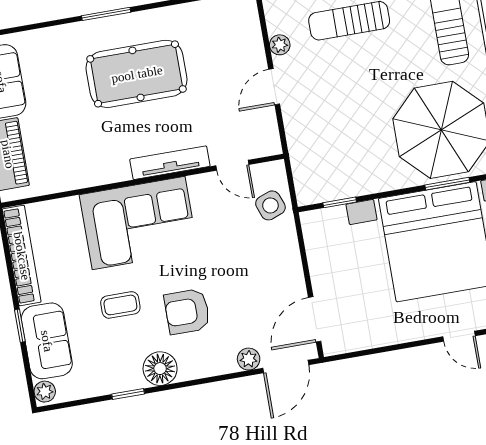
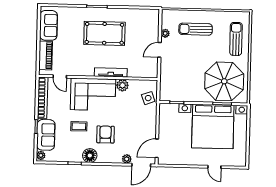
door: (232, 165) -> (60, 76), moved
plant: (204, 188) -> (122, 85), added
armchair: (187, 311) -> (105, 134), turned 90

